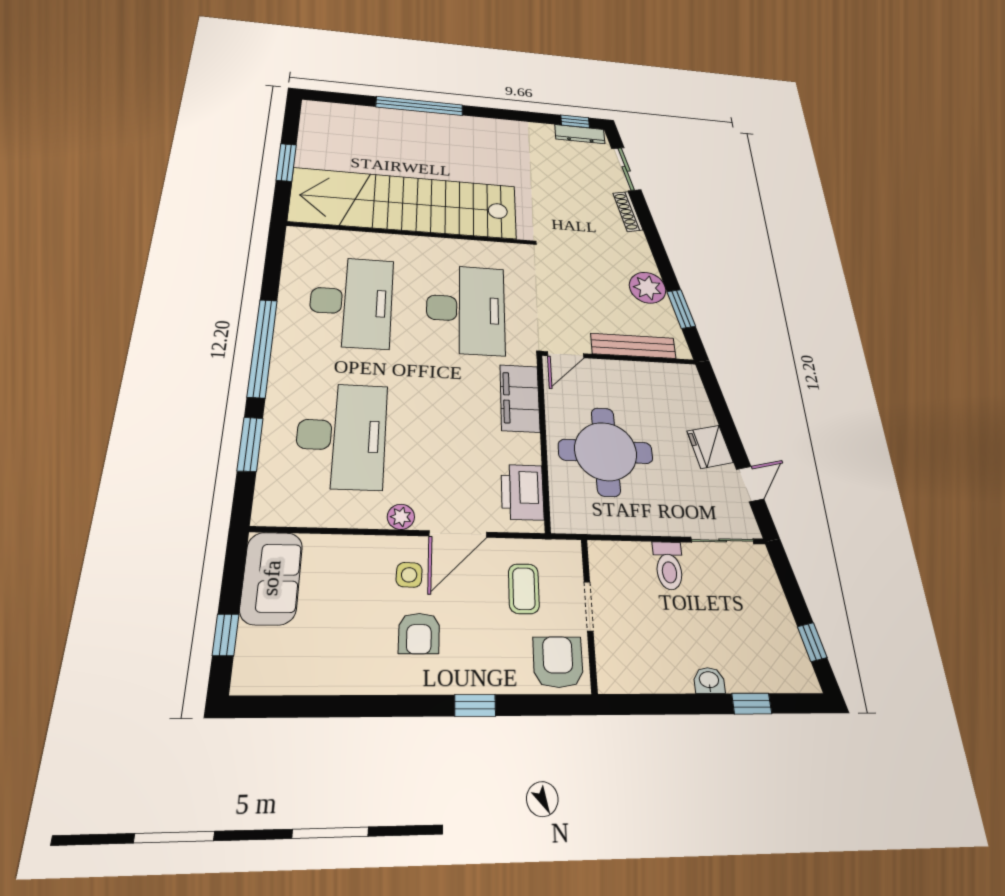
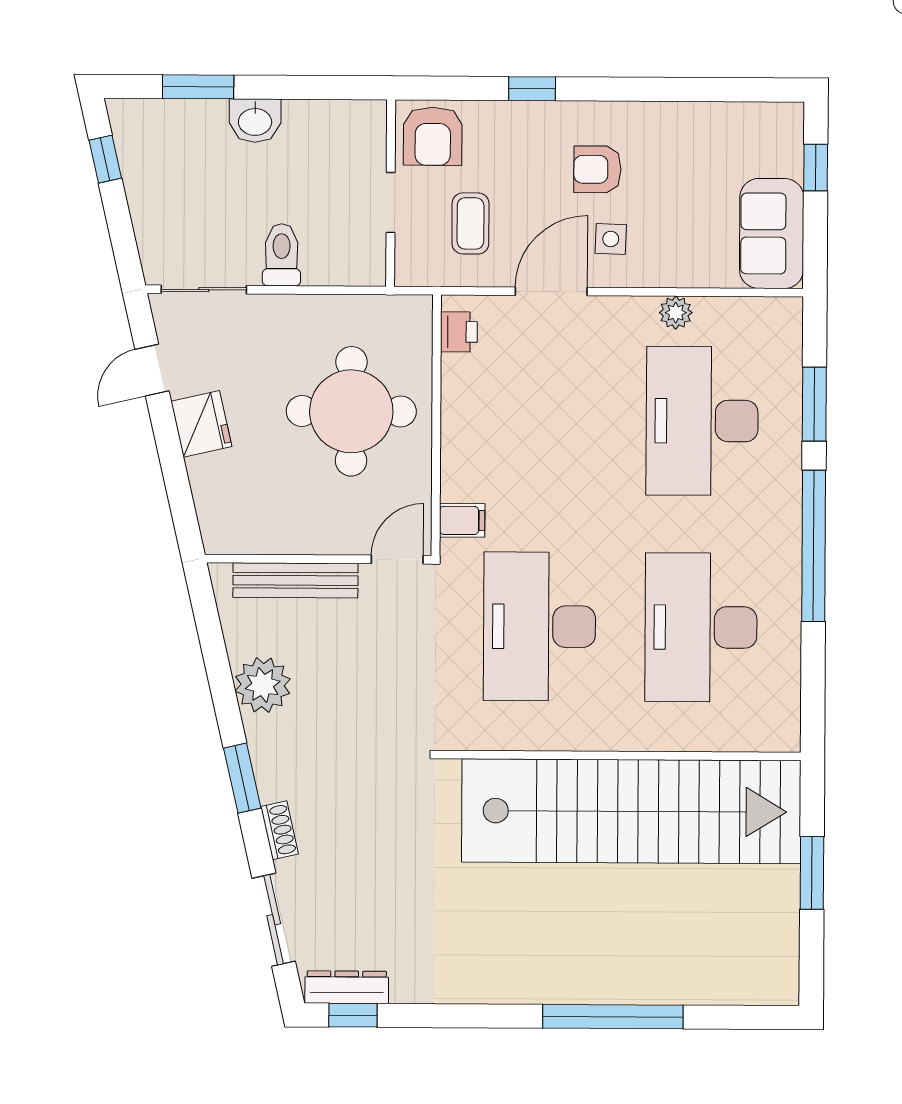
shoe rack: (628, 211) -> (279, 830), width x0.70
window: (681, 309) -> (242, 778), moved
filing cabinet: (520, 398) -> (462, 520), width x0.33, depth x0.86
printer: (522, 492) -> (459, 332), width x0.53, depth x0.68
plant: (401, 517) -> (676, 313), moved
armchair: (419, 633) -> (597, 169), turned -90
washbasin: (709, 680) -> (255, 121), width x1.38, depth x1.45
window: (752, 704) -> (198, 87), width x1.50

